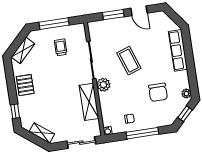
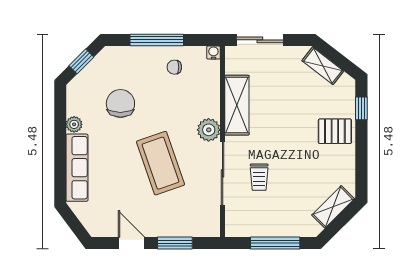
trolley: (61, 47) -> (259, 177), moved
coffee table: (129, 61) -> (160, 163), width x1.36, depth x1.32
pallet: (25, 85) -> (335, 131), moved, turned 90
plant: (186, 93) -> (74, 124), moved

